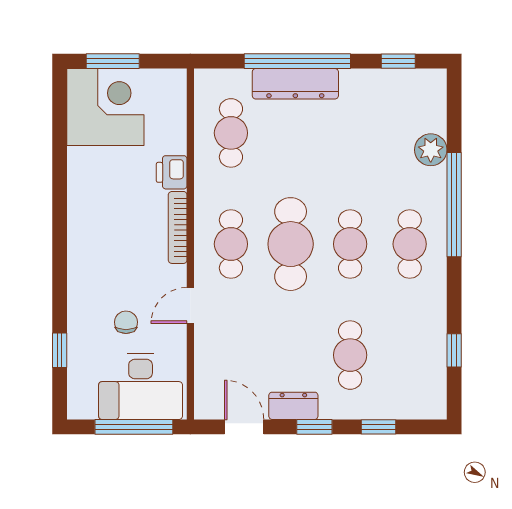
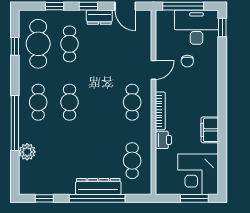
filing cabinet: (83, 191) -> (210, 130), added
cafe table: (291, 244) -> (38, 44), moved
window: (60, 350) -> (222, 27), moved
desk: (141, 387) -> (196, 27), moved

